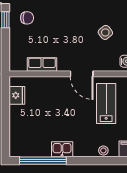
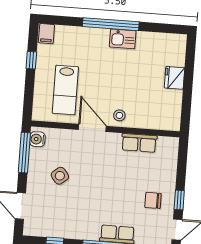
fridge: (17, 95) -> (174, 78), moved
stool: (103, 151) -> (119, 115), moved
window: (43, 161) -> (111, 24), moved

